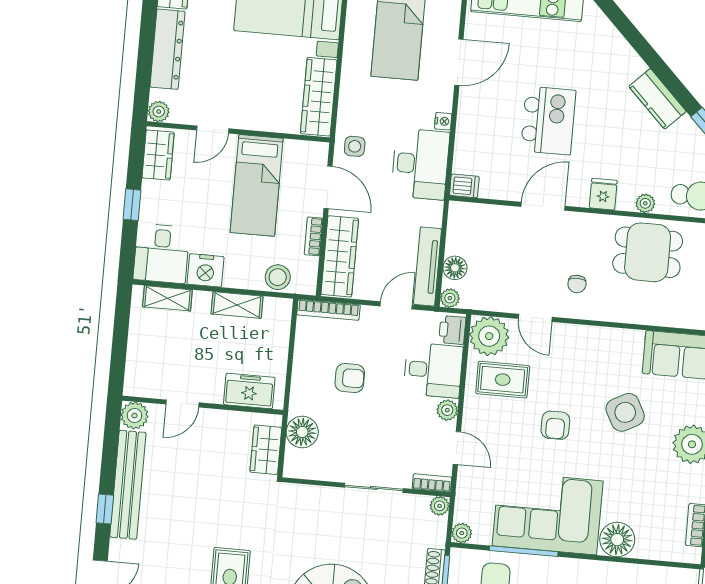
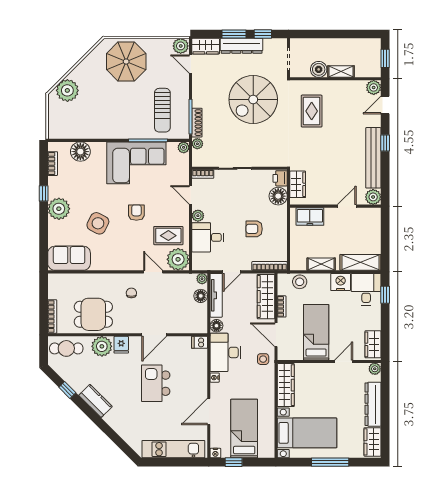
plant: (645, 203) -> (102, 346), width x1.88, depth x1.88
window: (132, 205) -> (385, 295), moved
floor lamp: (432, 213) -> (216, 326), added
shelving: (167, 298) -> (360, 262), width x1.50, depth x1.33
printer: (452, 330) -> (280, 178), moved, turned 180
side table: (625, 412) -> (98, 223), turned -35
plant: (440, 506) -> (197, 144), moved
floor lamp: (617, 540) -> (80, 152), moved

